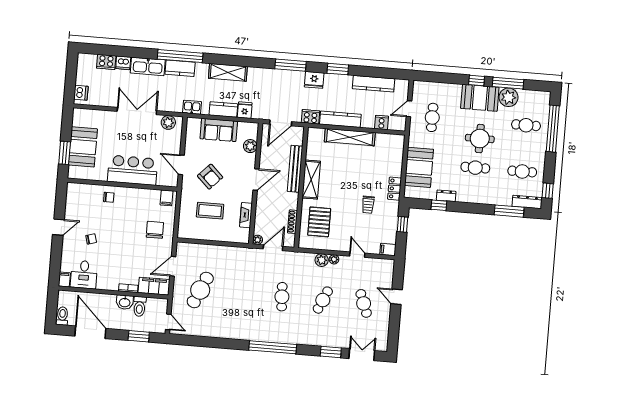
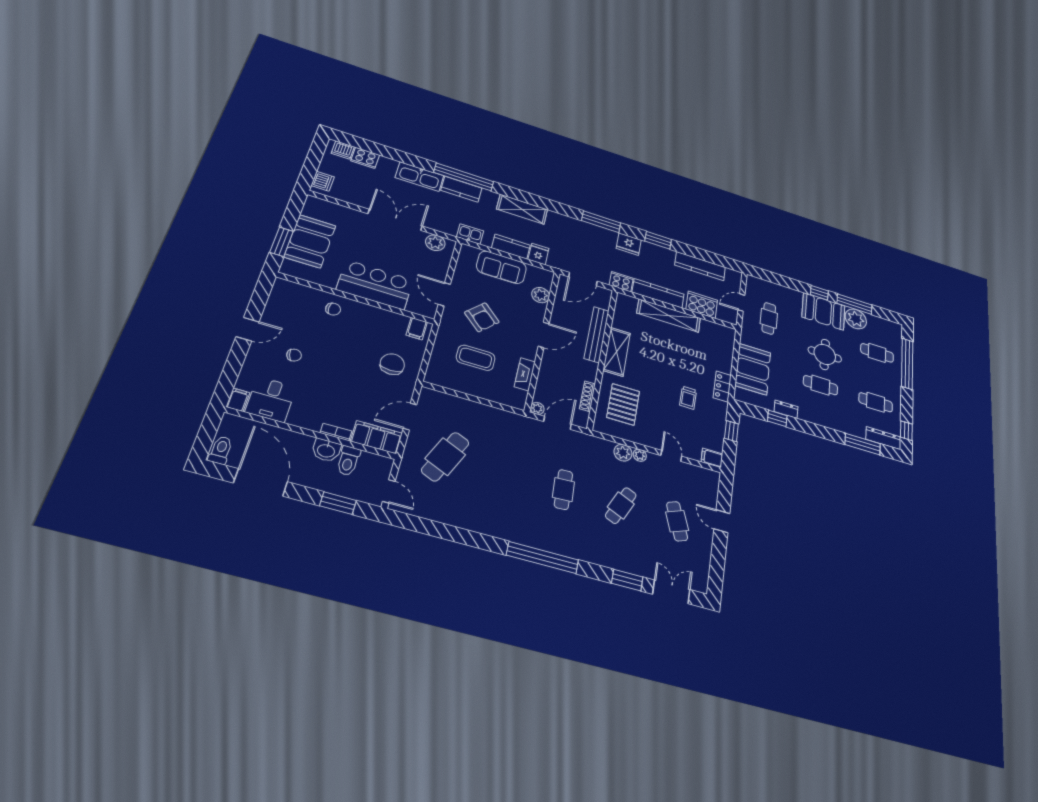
dishwasher: (123, 63) -> (343, 150), moved
cooker: (382, 123) -> (702, 305), width x1.87, depth x1.31

